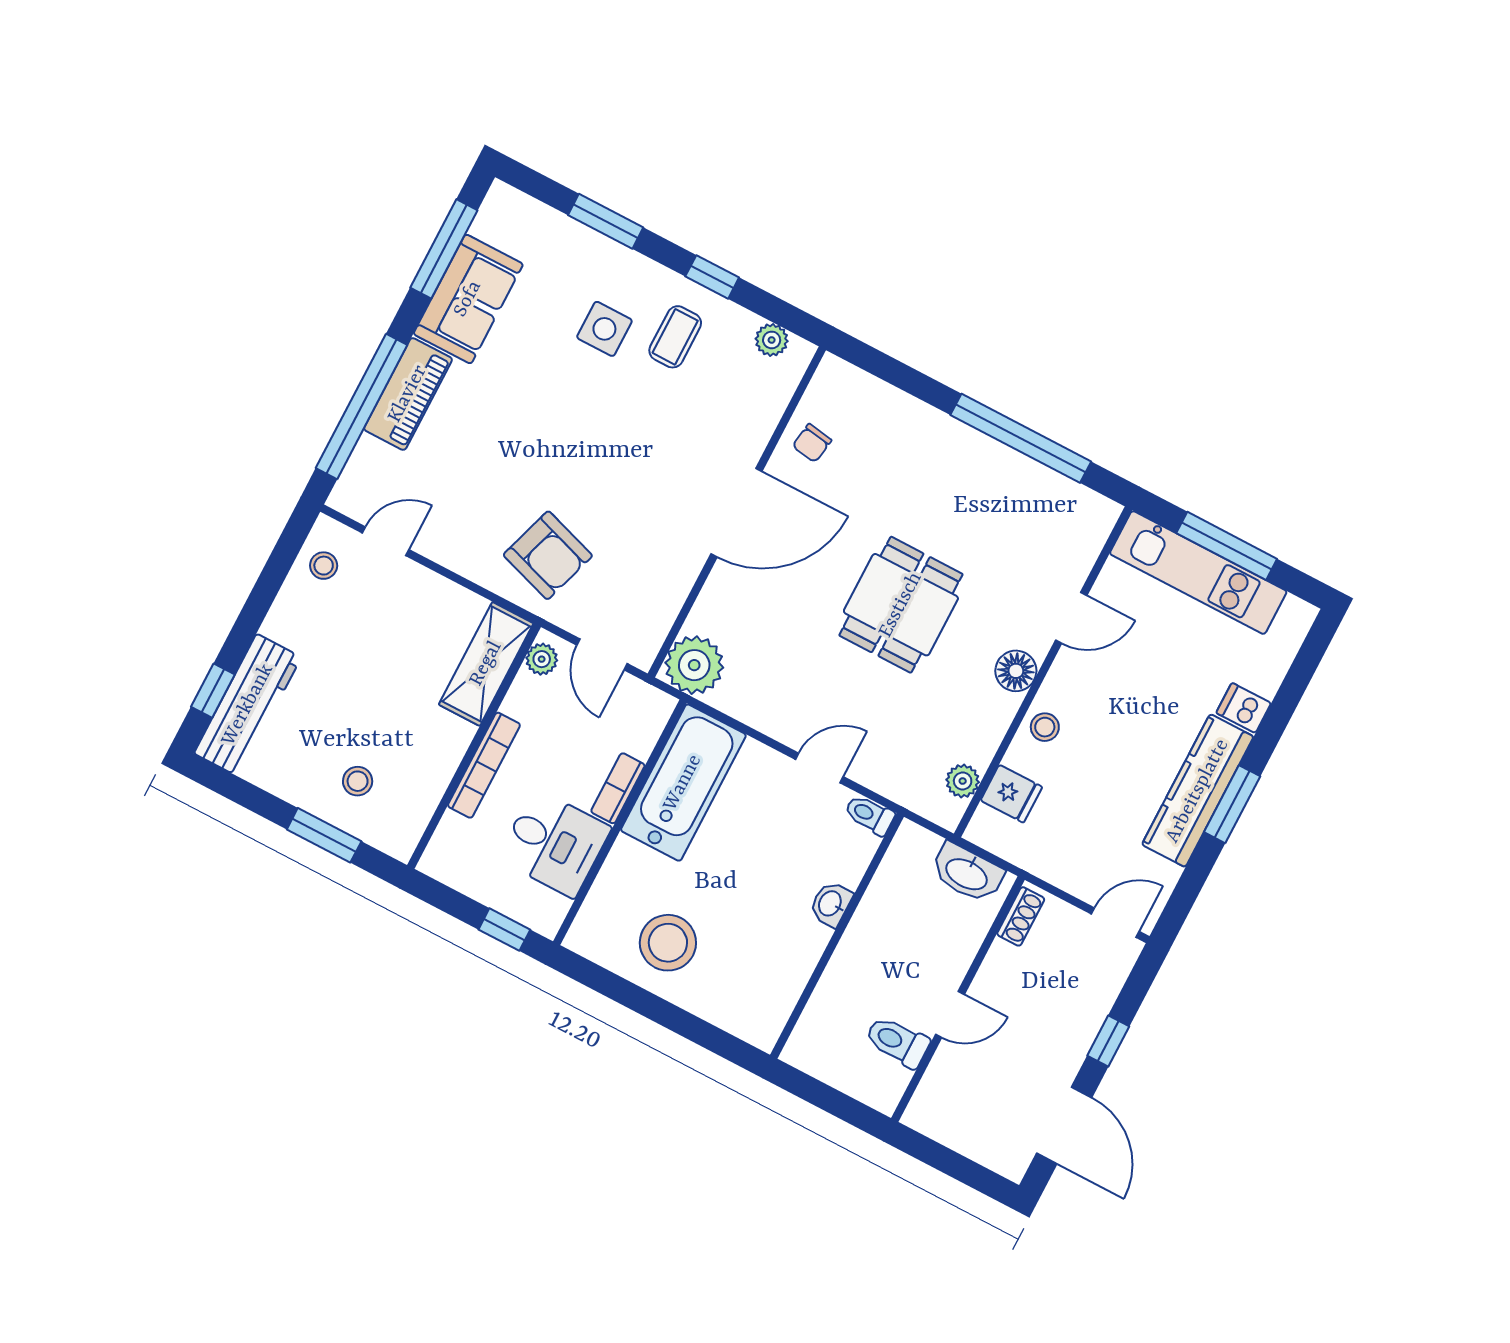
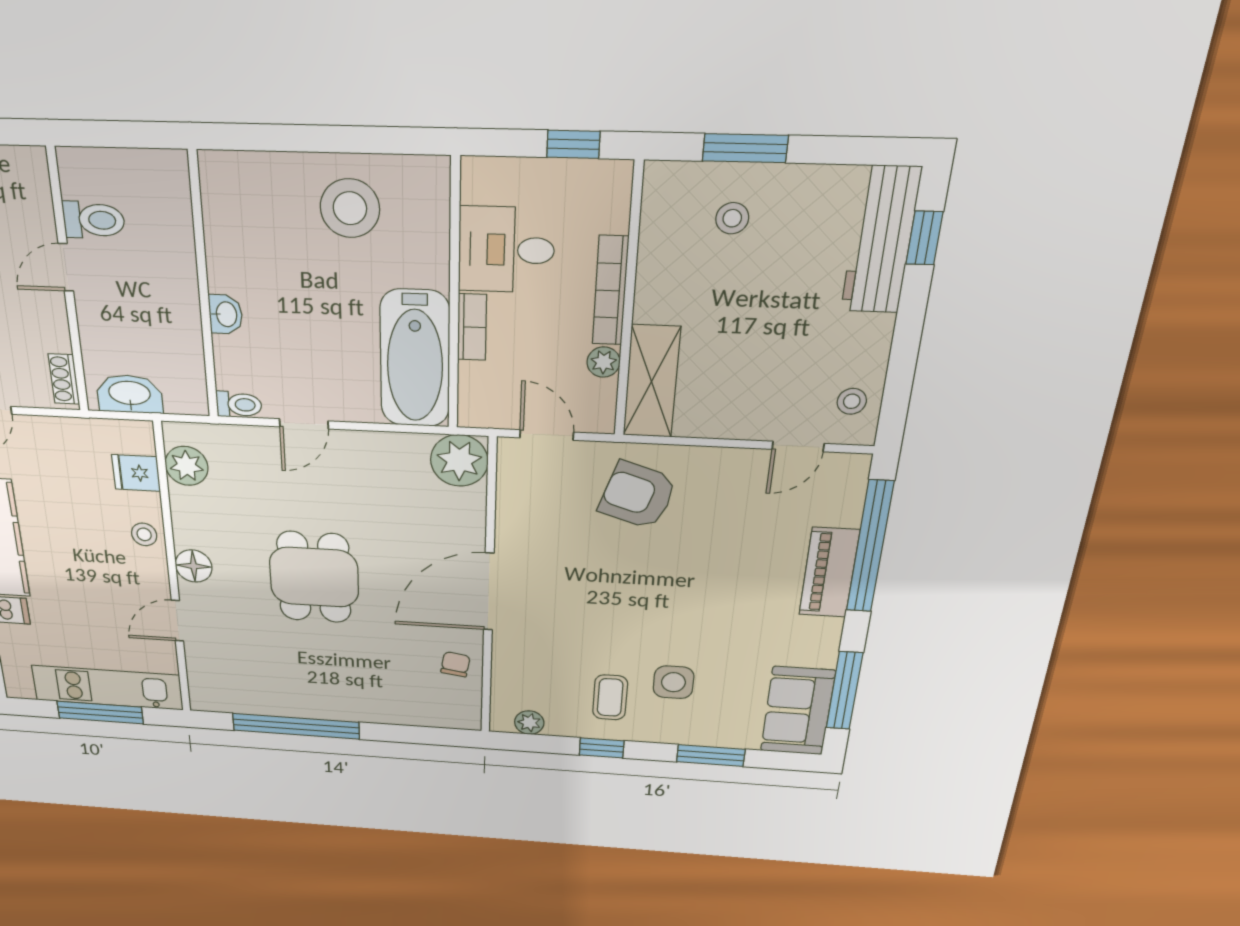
sofa: (468, 299) -> (798, 711), moved
plant: (542, 659) -> (604, 362), moved
plant: (963, 781) -> (186, 466), width x1.38, depth x1.38
window: (504, 930) -> (573, 144), moved

